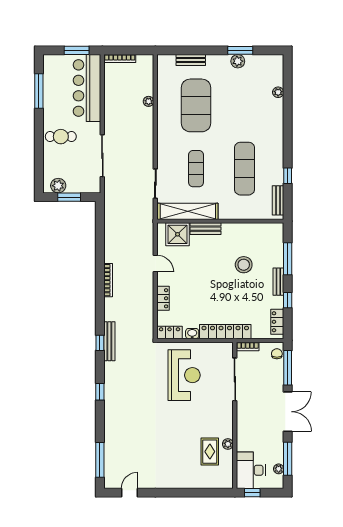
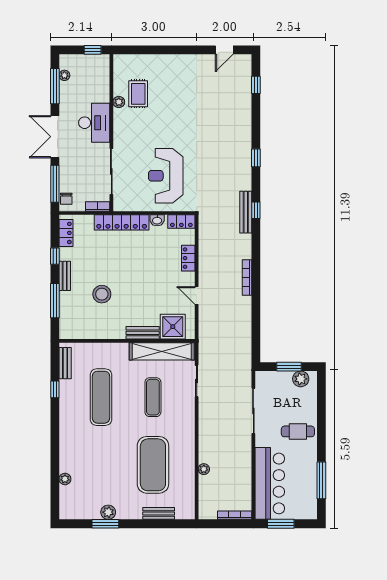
window: (100, 460) -> (256, 85), width x0.46
desk: (251, 470) -> (94, 123), moved

